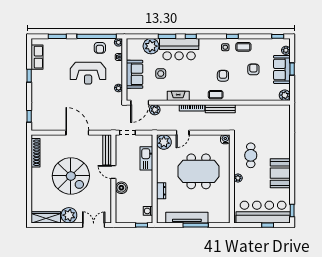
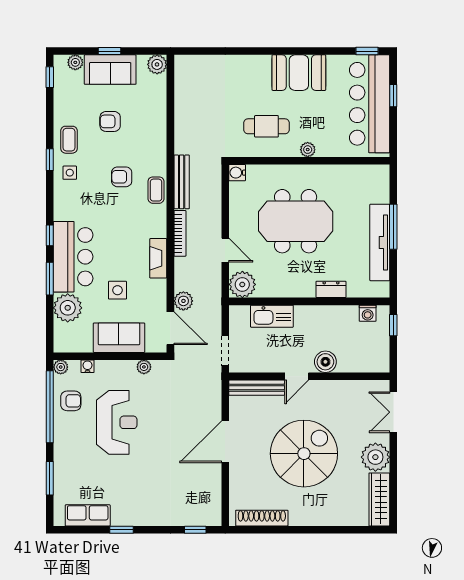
meeting table: (199, 171) -> (296, 221), turned 90

